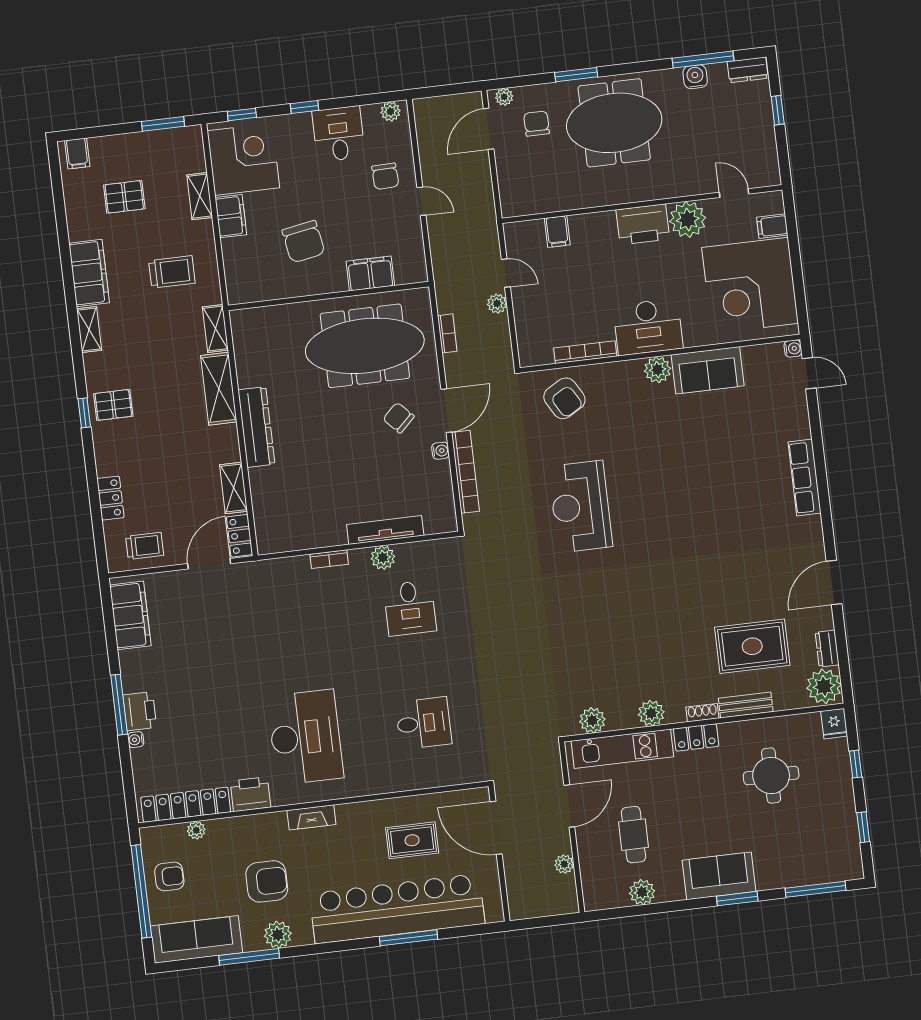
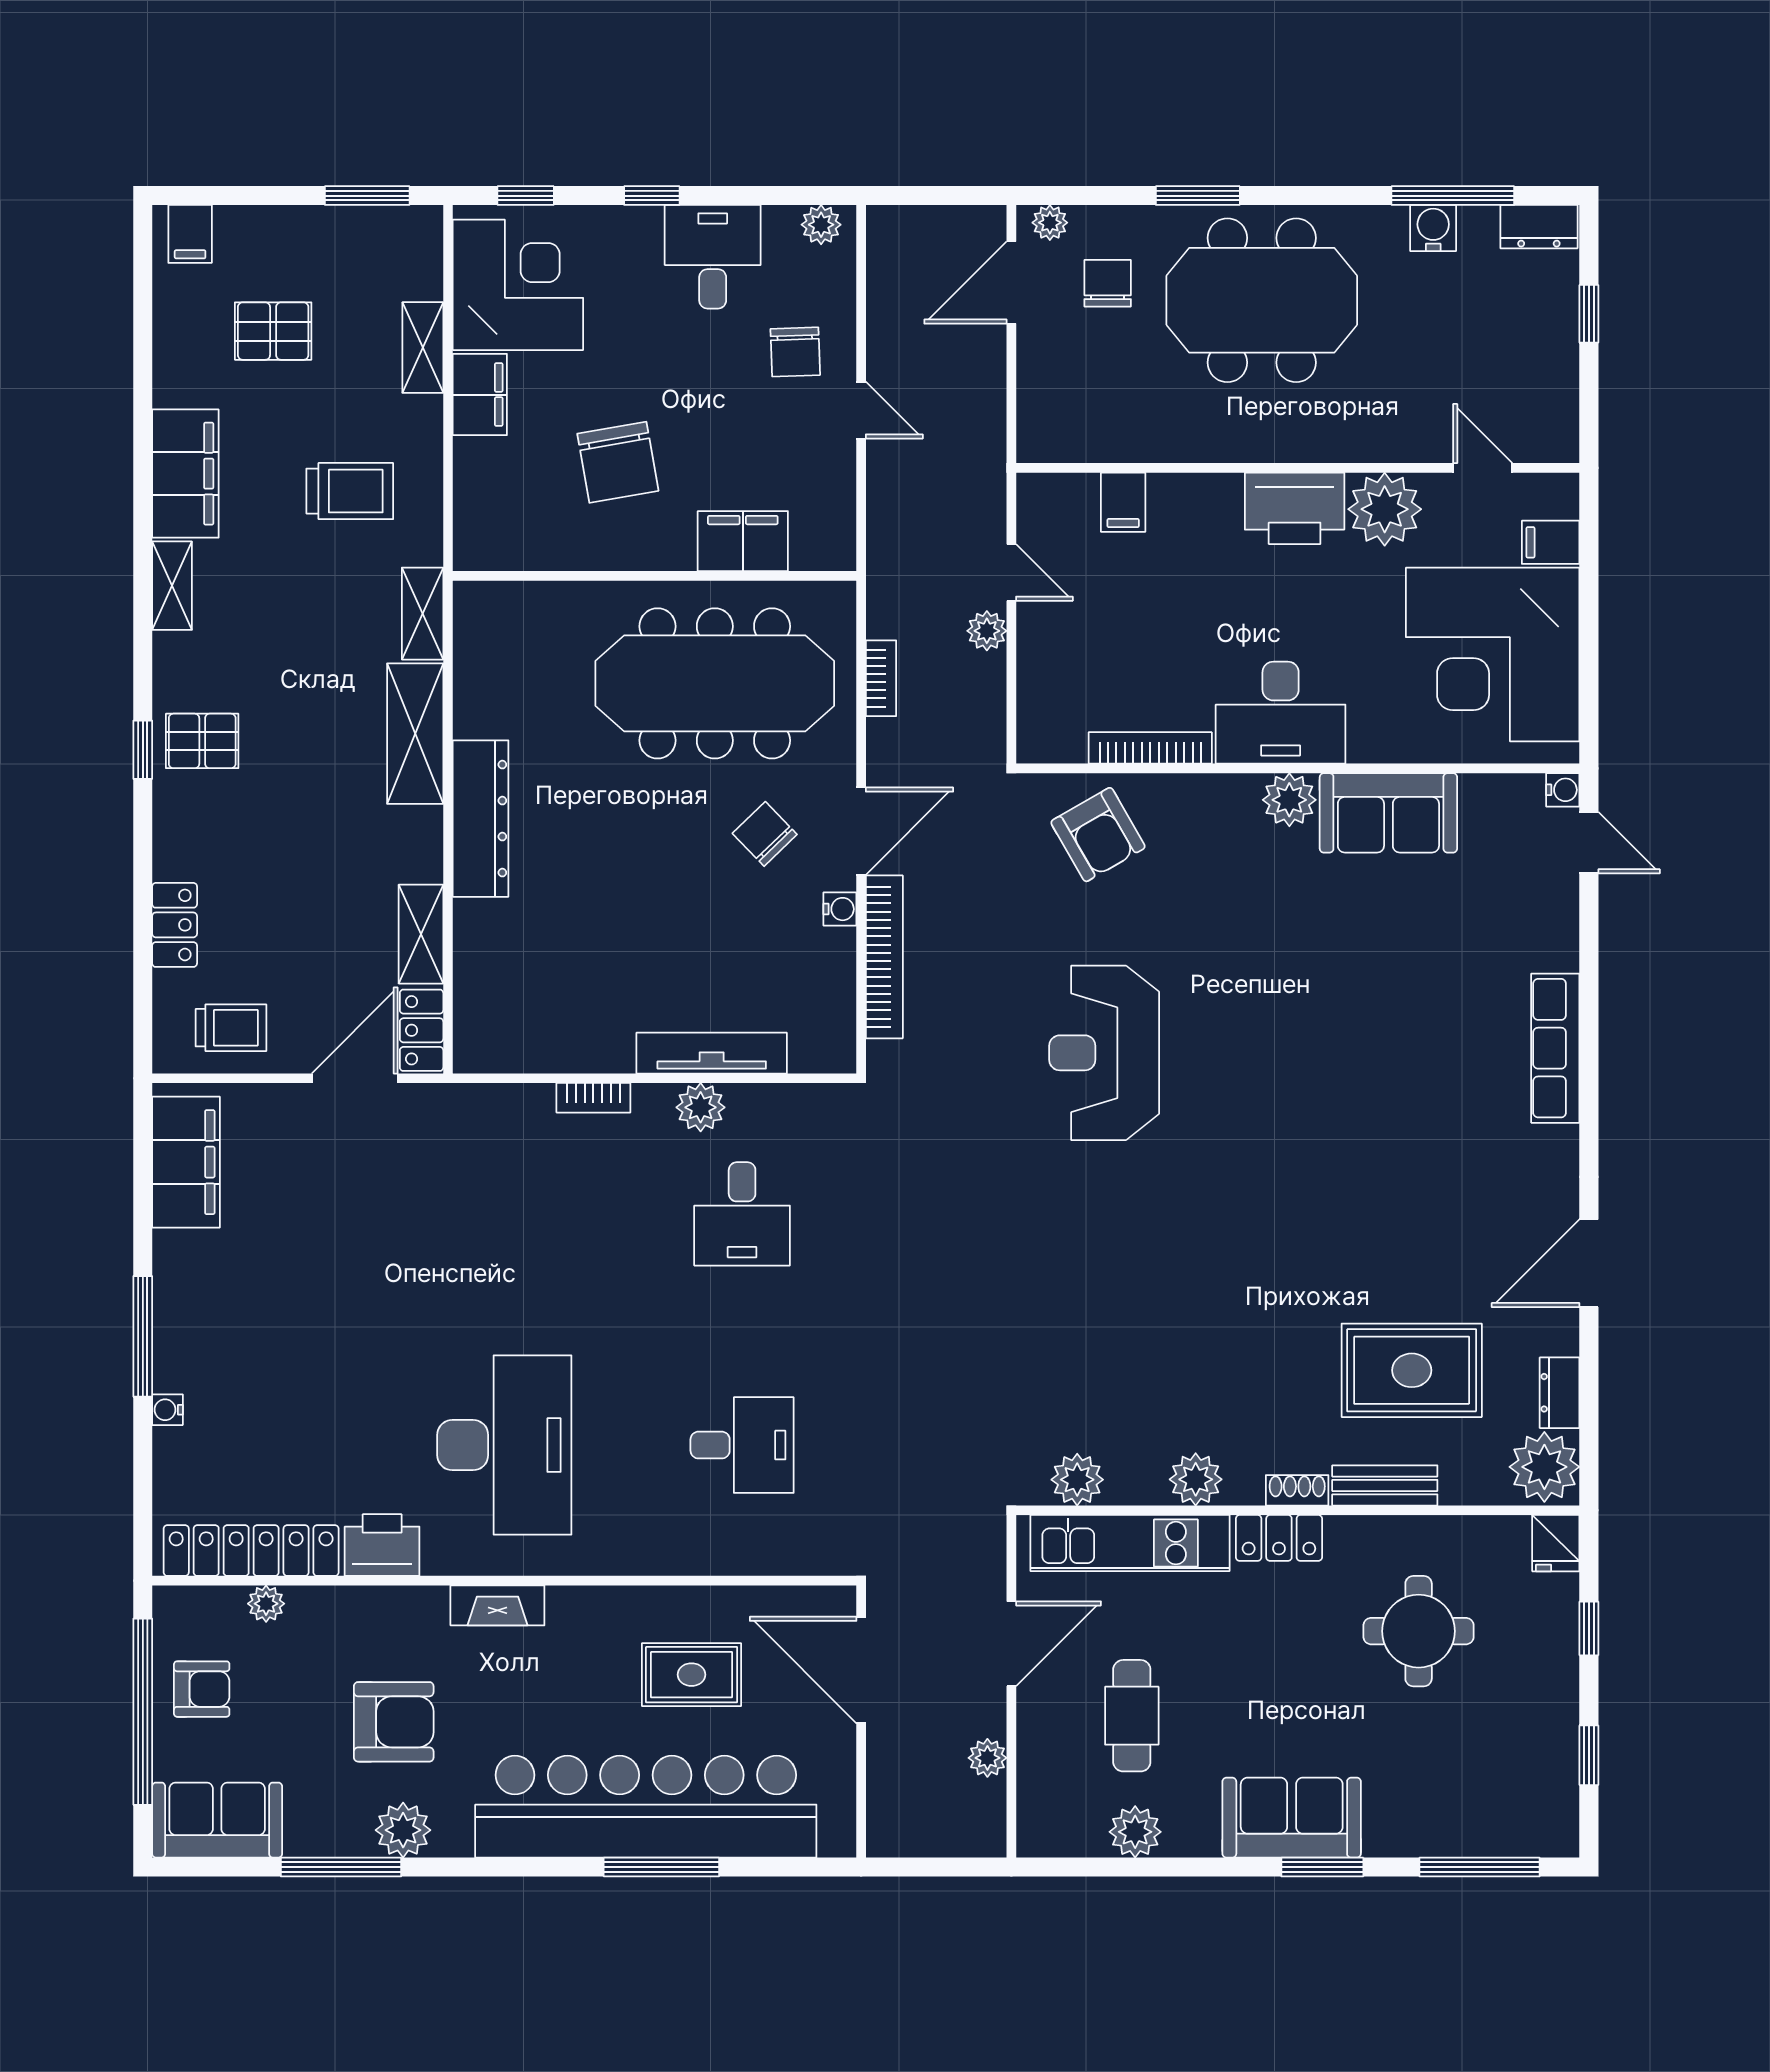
printer: (140, 711) -> (182, 1354), removed
sofa: (196, 939) -> (217, 1820), width x0.73

